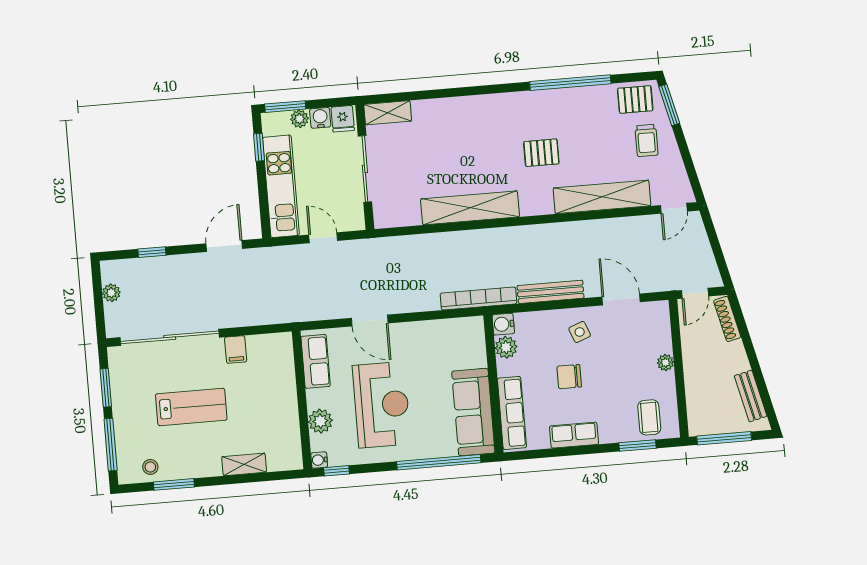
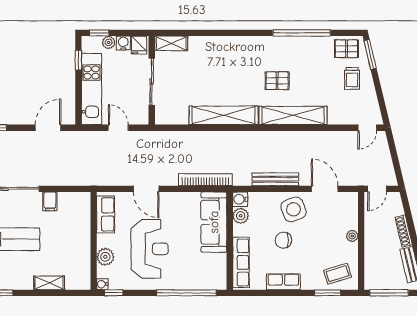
window: (285, 107) -> (99, 33), width x0.67
shelving: (602, 197) -> (293, 115), moved
bookcase: (478, 298) -> (205, 180), moved
shoe rack: (727, 319) -> (404, 231), moved
side table: (580, 332) -> (293, 209), width x1.87, depth x1.87
sofa: (473, 412) -> (214, 222), moved
coffee table: (649, 417) -> (338, 274), turned 73

